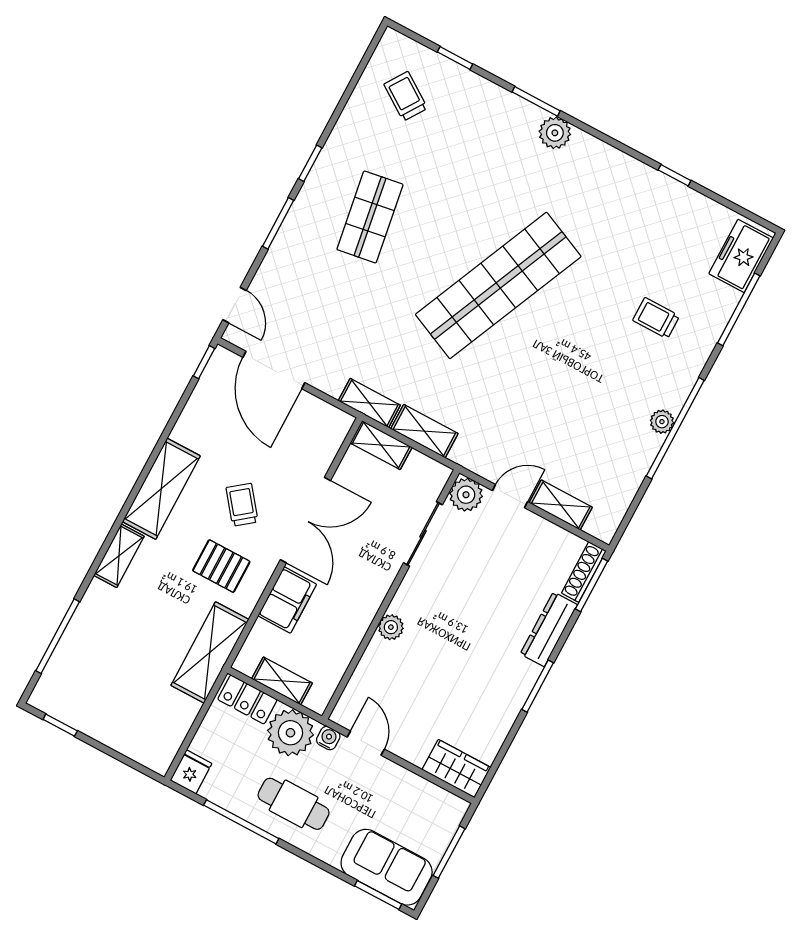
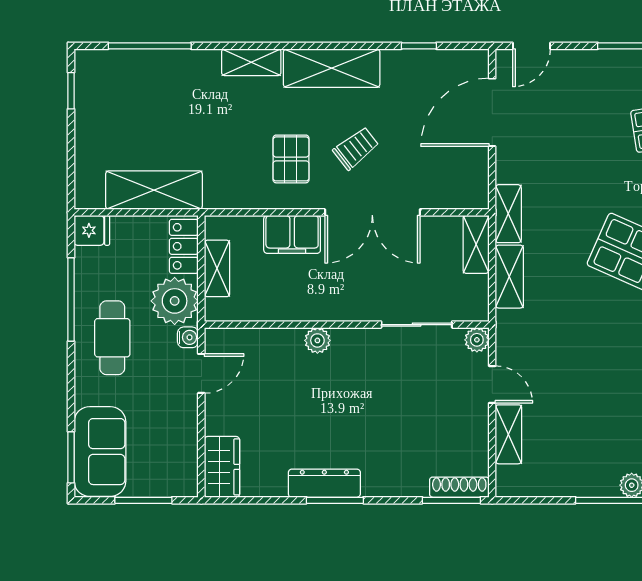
window: (204, 362) -> (419, 46), moved
plant: (466, 495) -> (477, 340), width x0.73, depth x0.73
dresser: (549, 629) -> (324, 483), moved
shelving: (210, 652) -> (154, 190), moved

